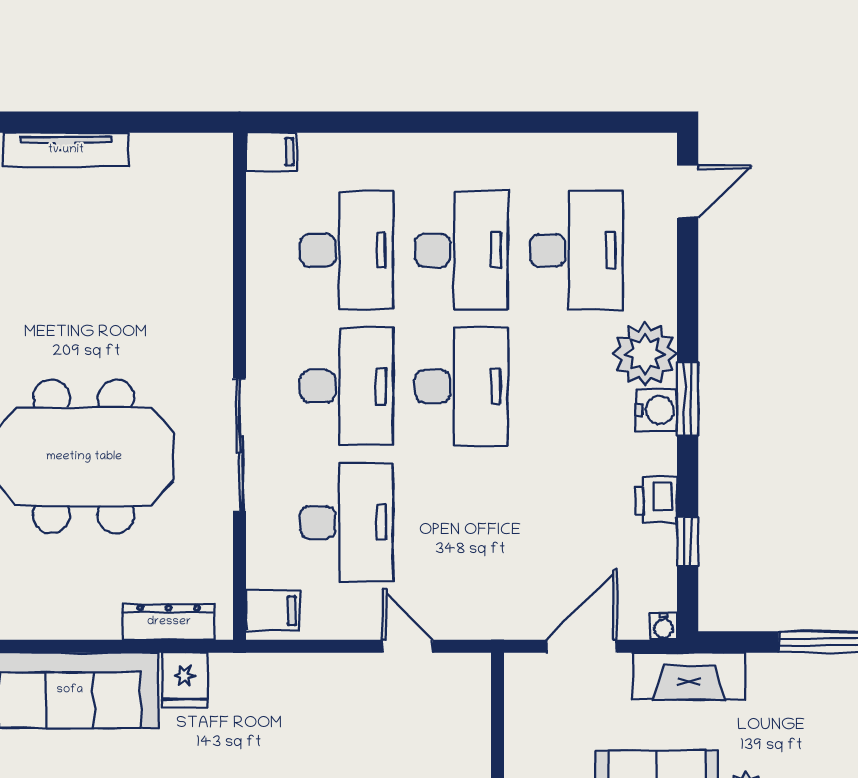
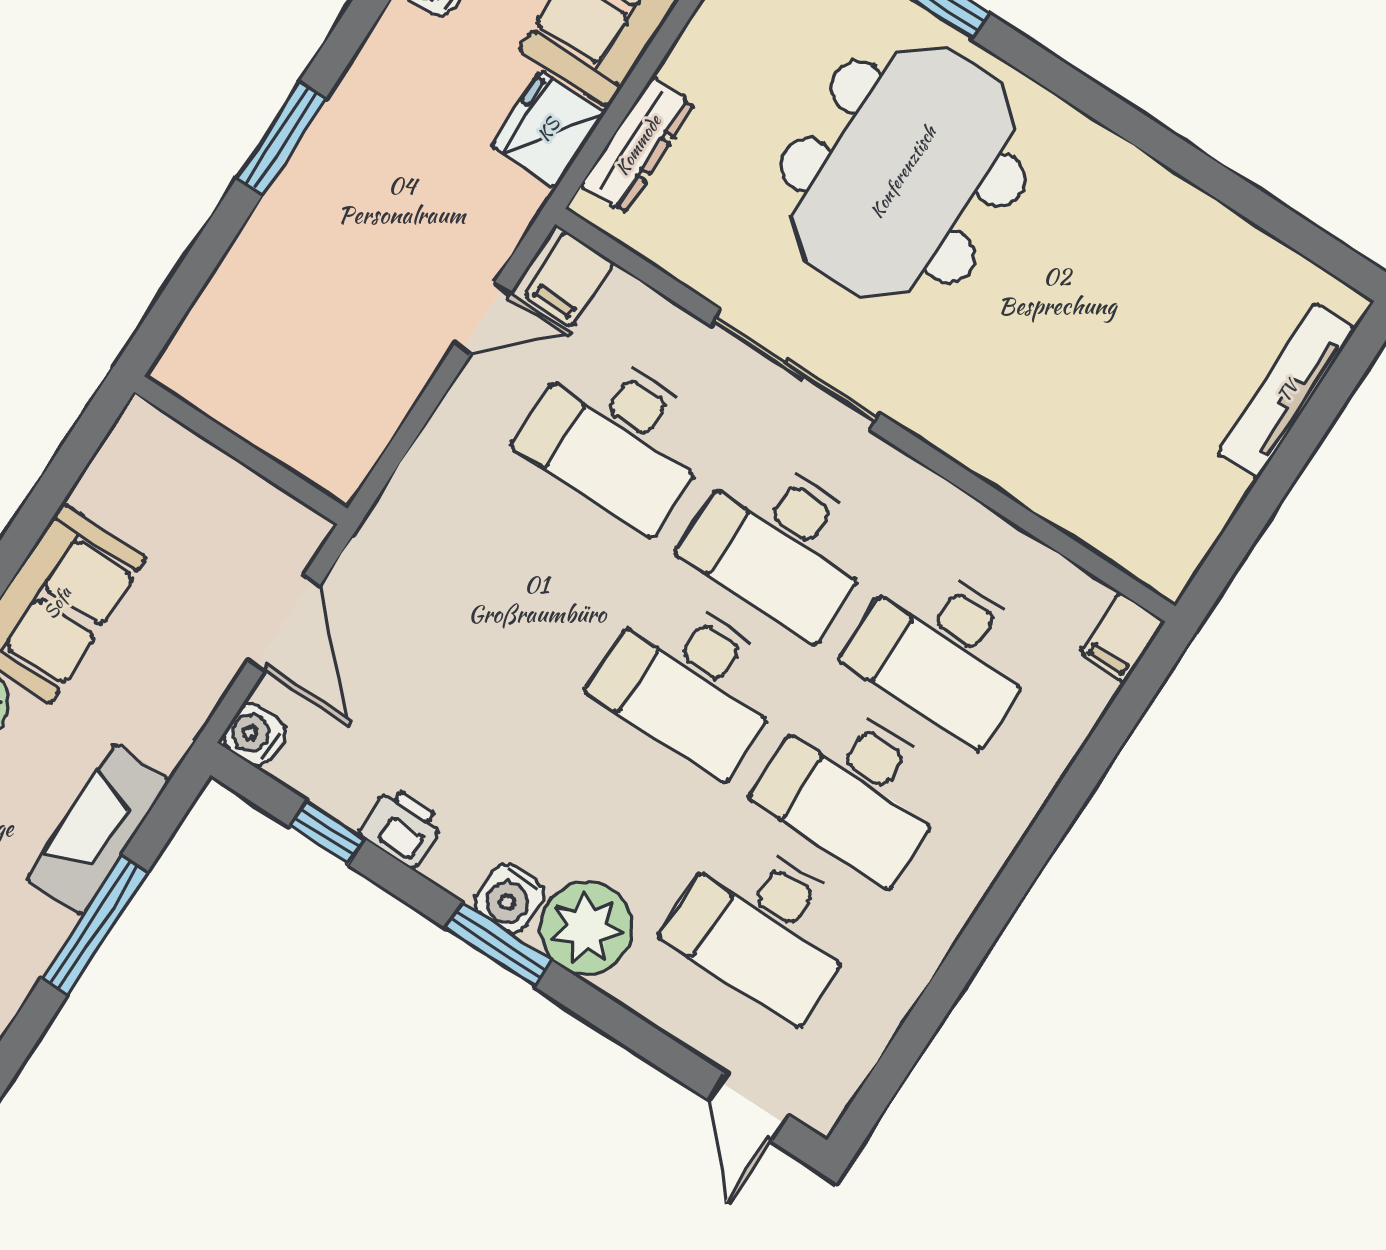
water cooler: (664, 626) -> (254, 735), width x1.38, depth x1.38
door: (408, 646) -> (483, 318), moved
fireplace: (689, 676) -> (98, 830), moved
fridge: (185, 680) -> (548, 129), width x1.38

